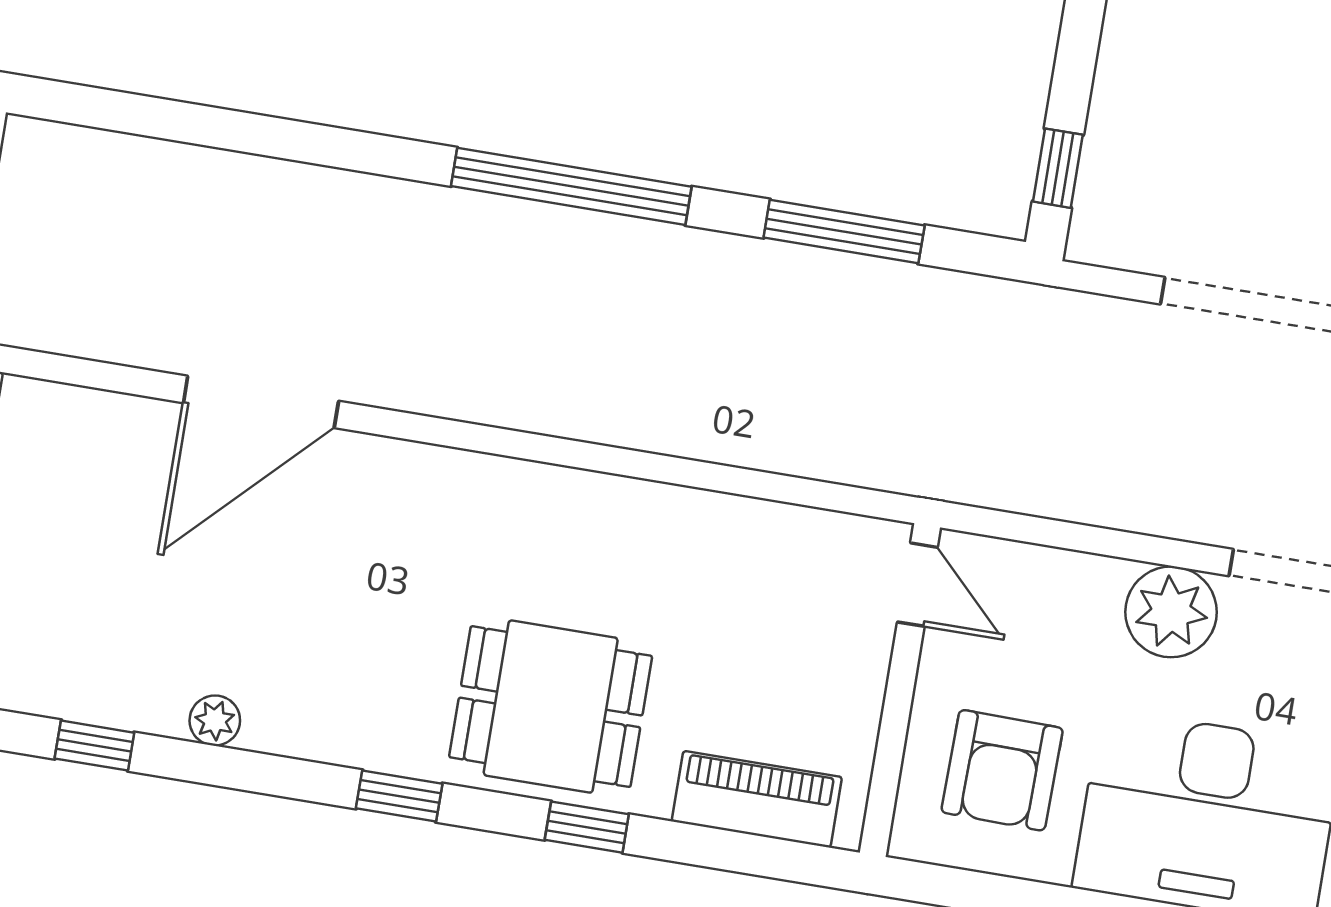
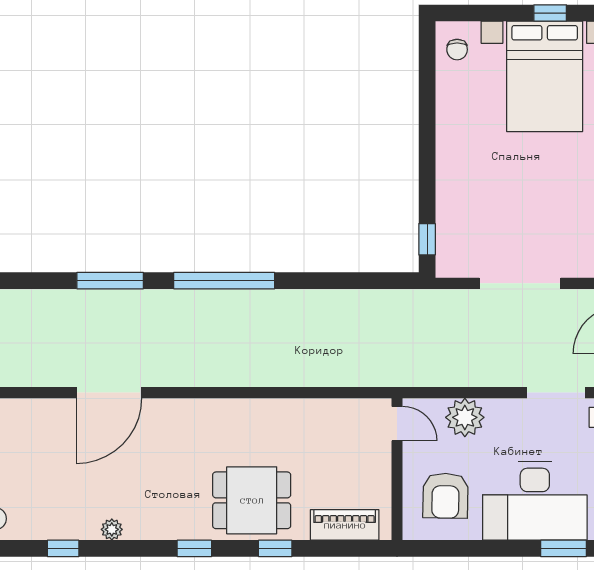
window: (844, 232) -> (110, 281), moved
plant: (1171, 612) -> (465, 417), moved

